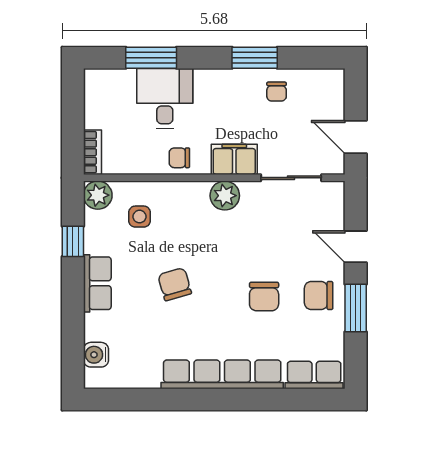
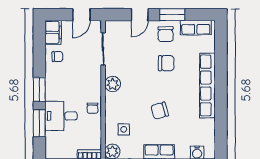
window: (255, 58) -> (39, 90), moved
filing cabinet: (234, 159) -> (53, 32), moved, turned 180
row of seats: (314, 375) -> (196, 28), moved, turned -90

